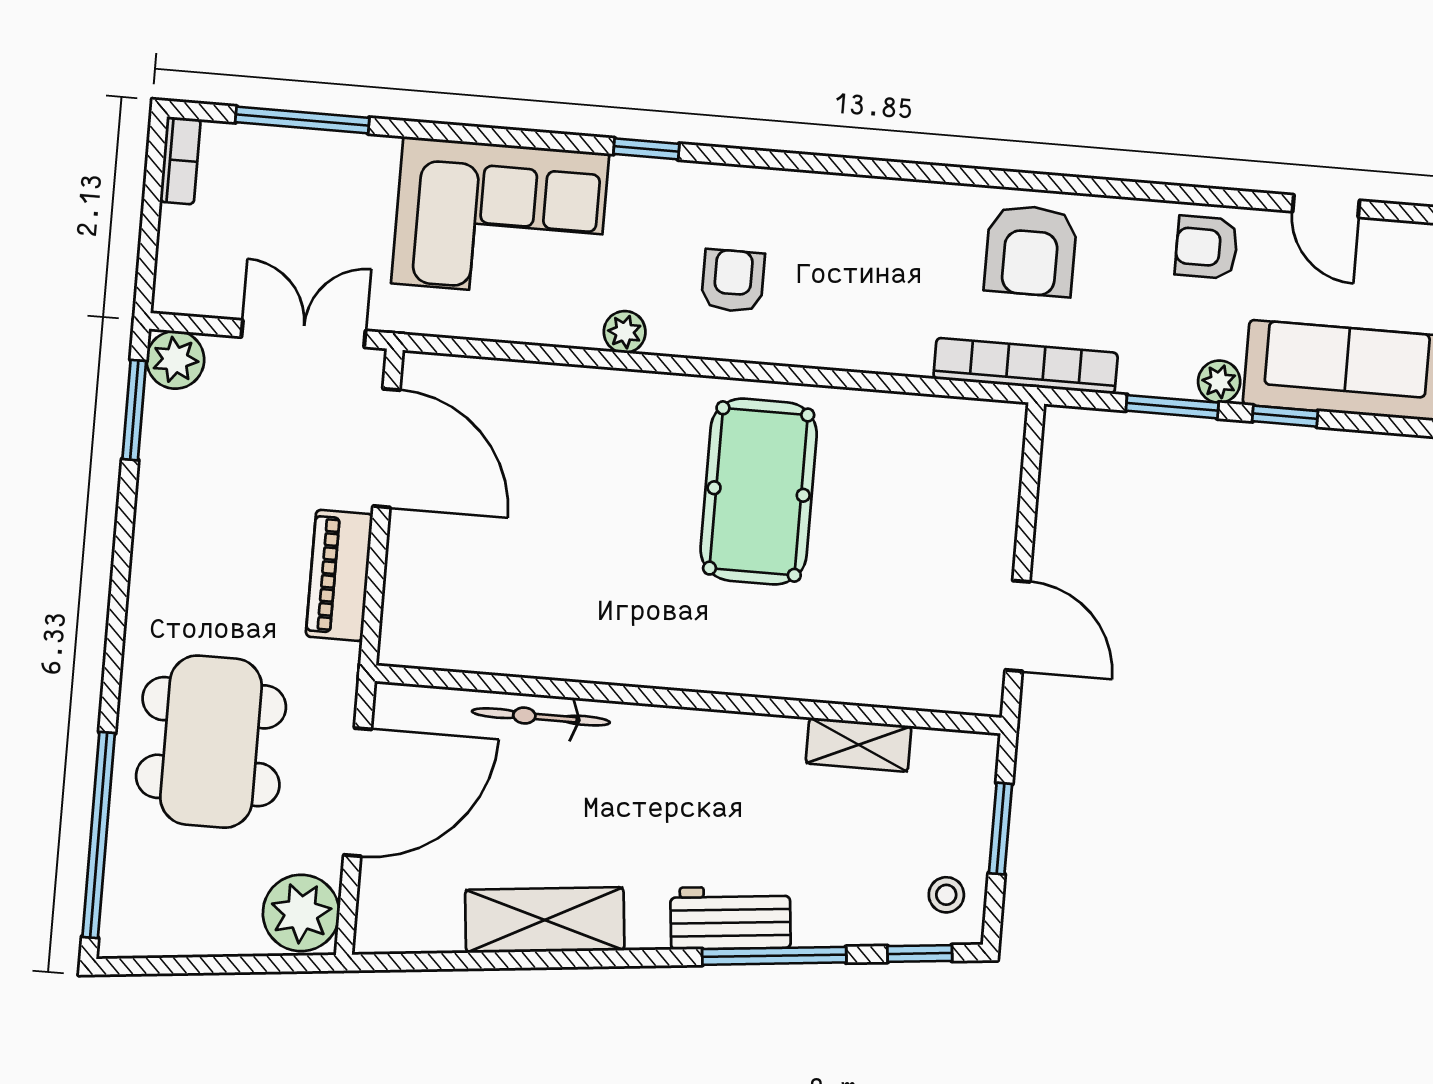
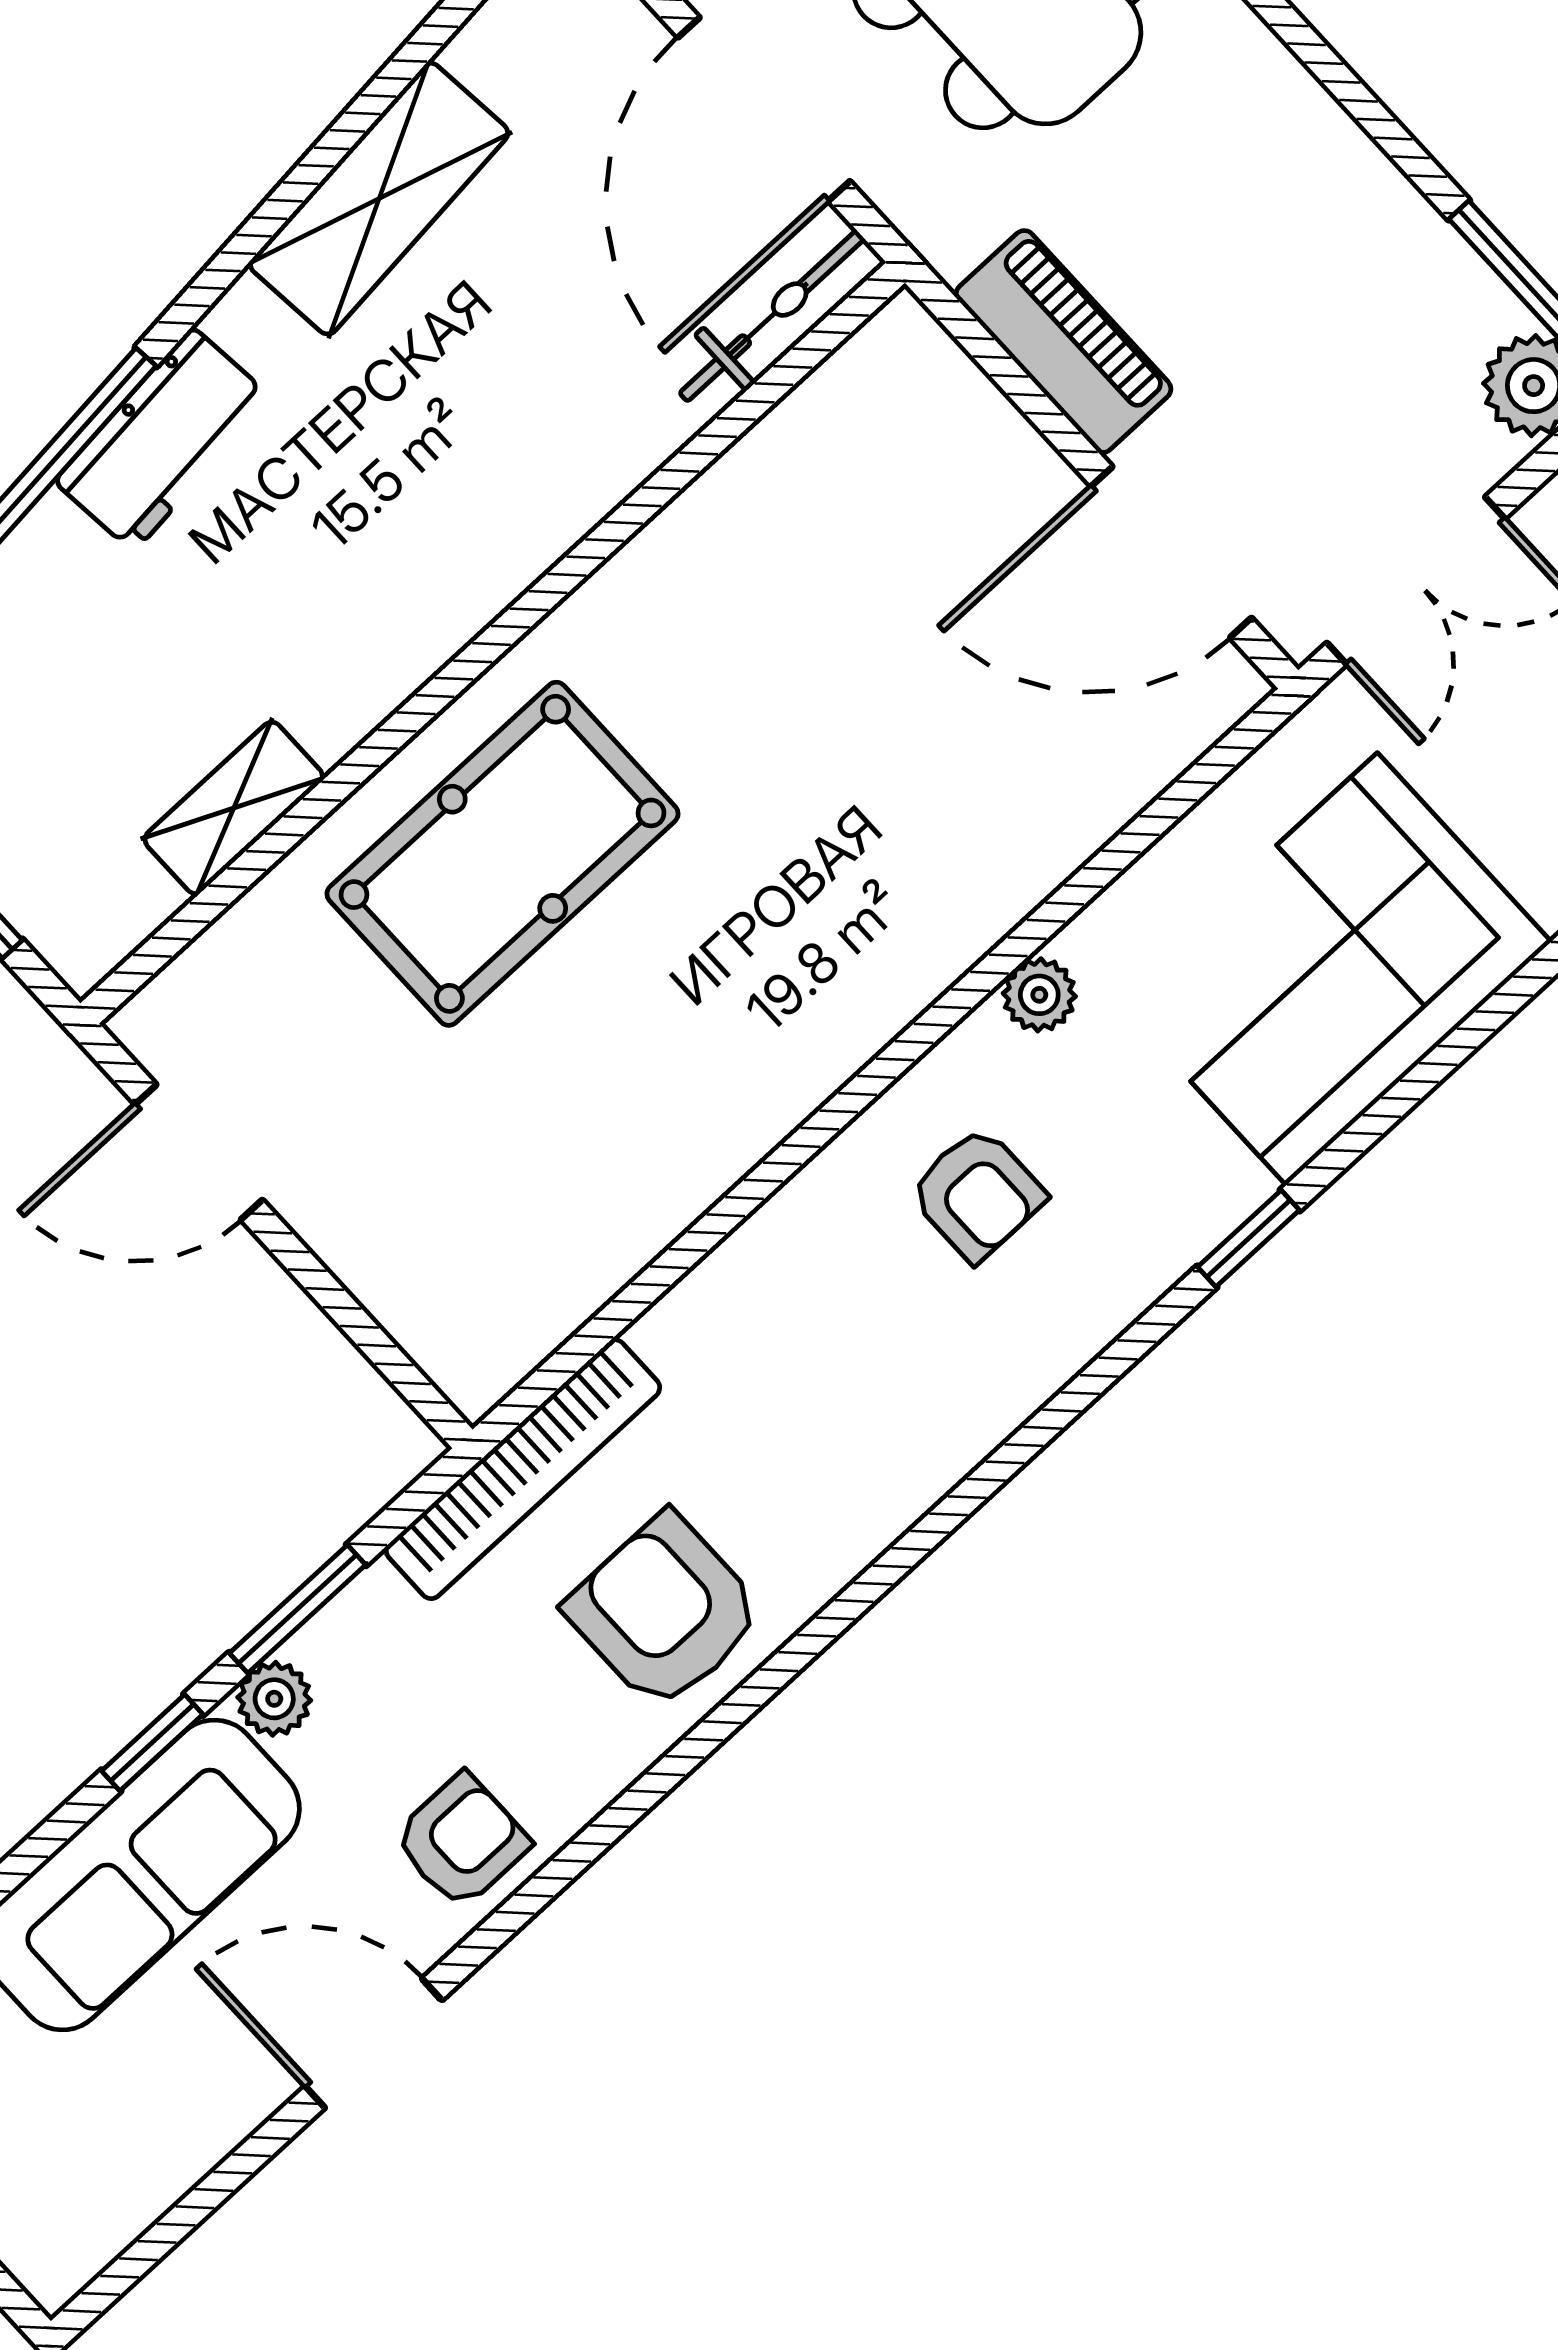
door: (1326, 206) -> (373, 2043), width x1.38
pool table: (759, 492) -> (502, 854), moved, turned 90
bicycle: (541, 717) -> (772, 316), moved

